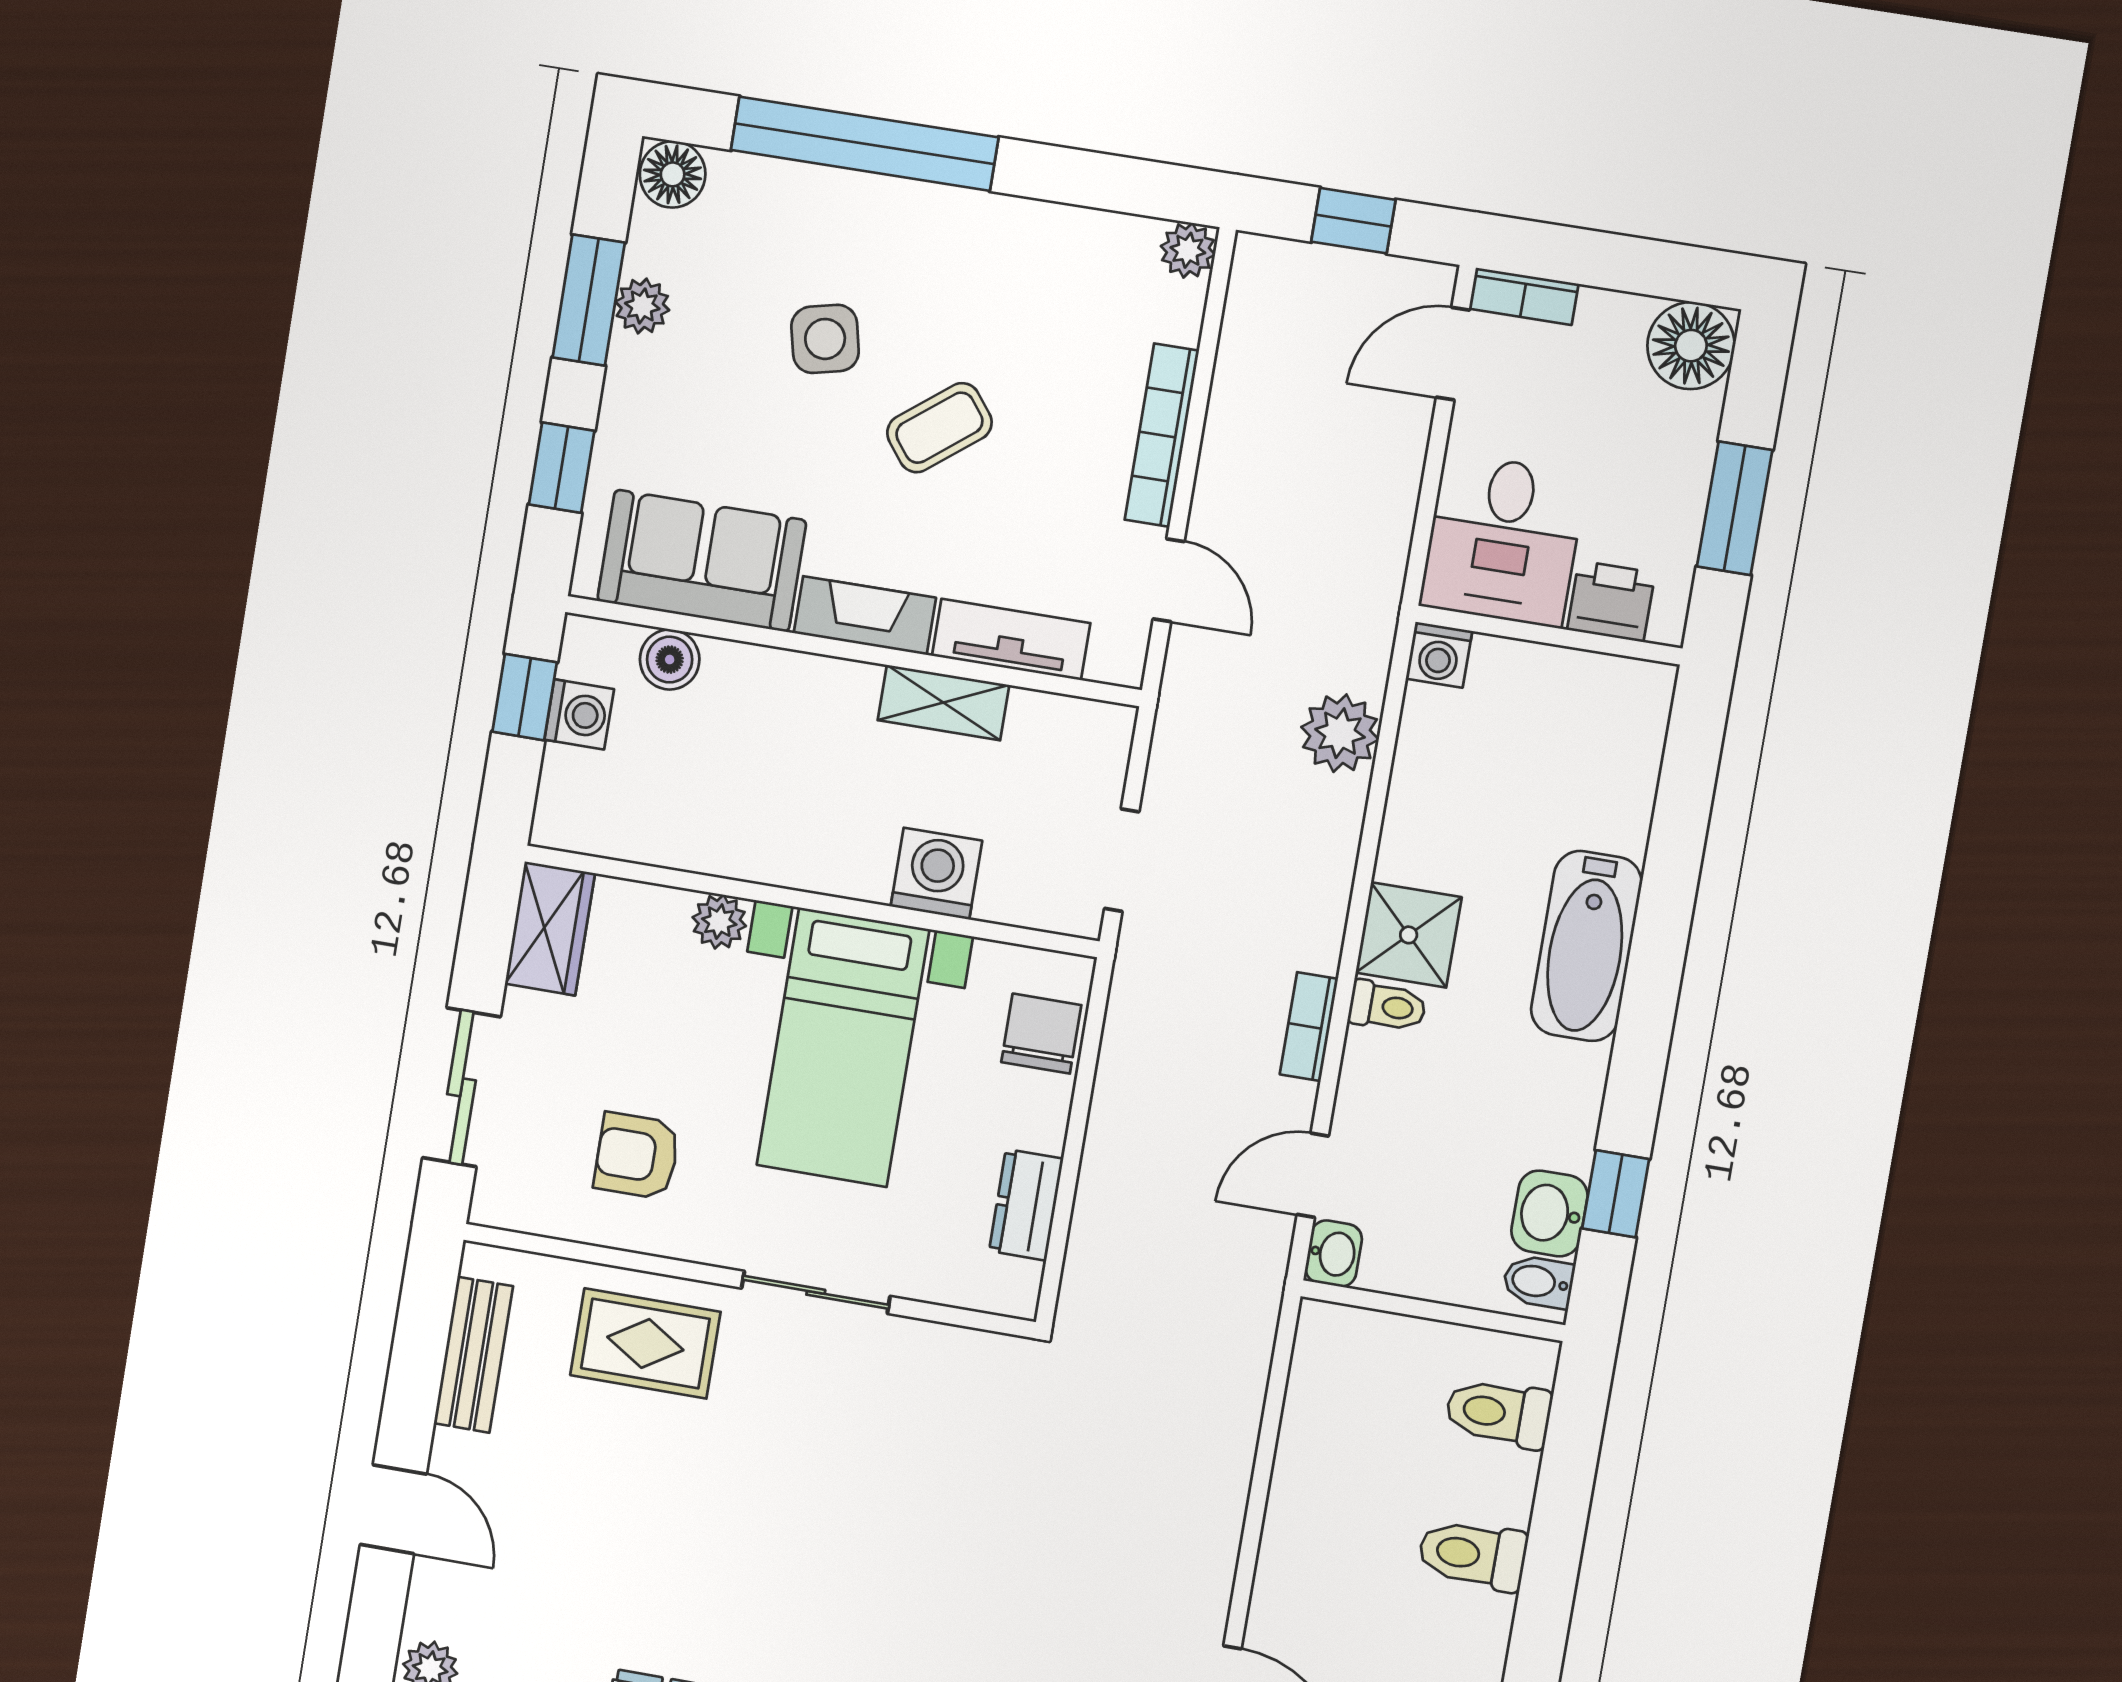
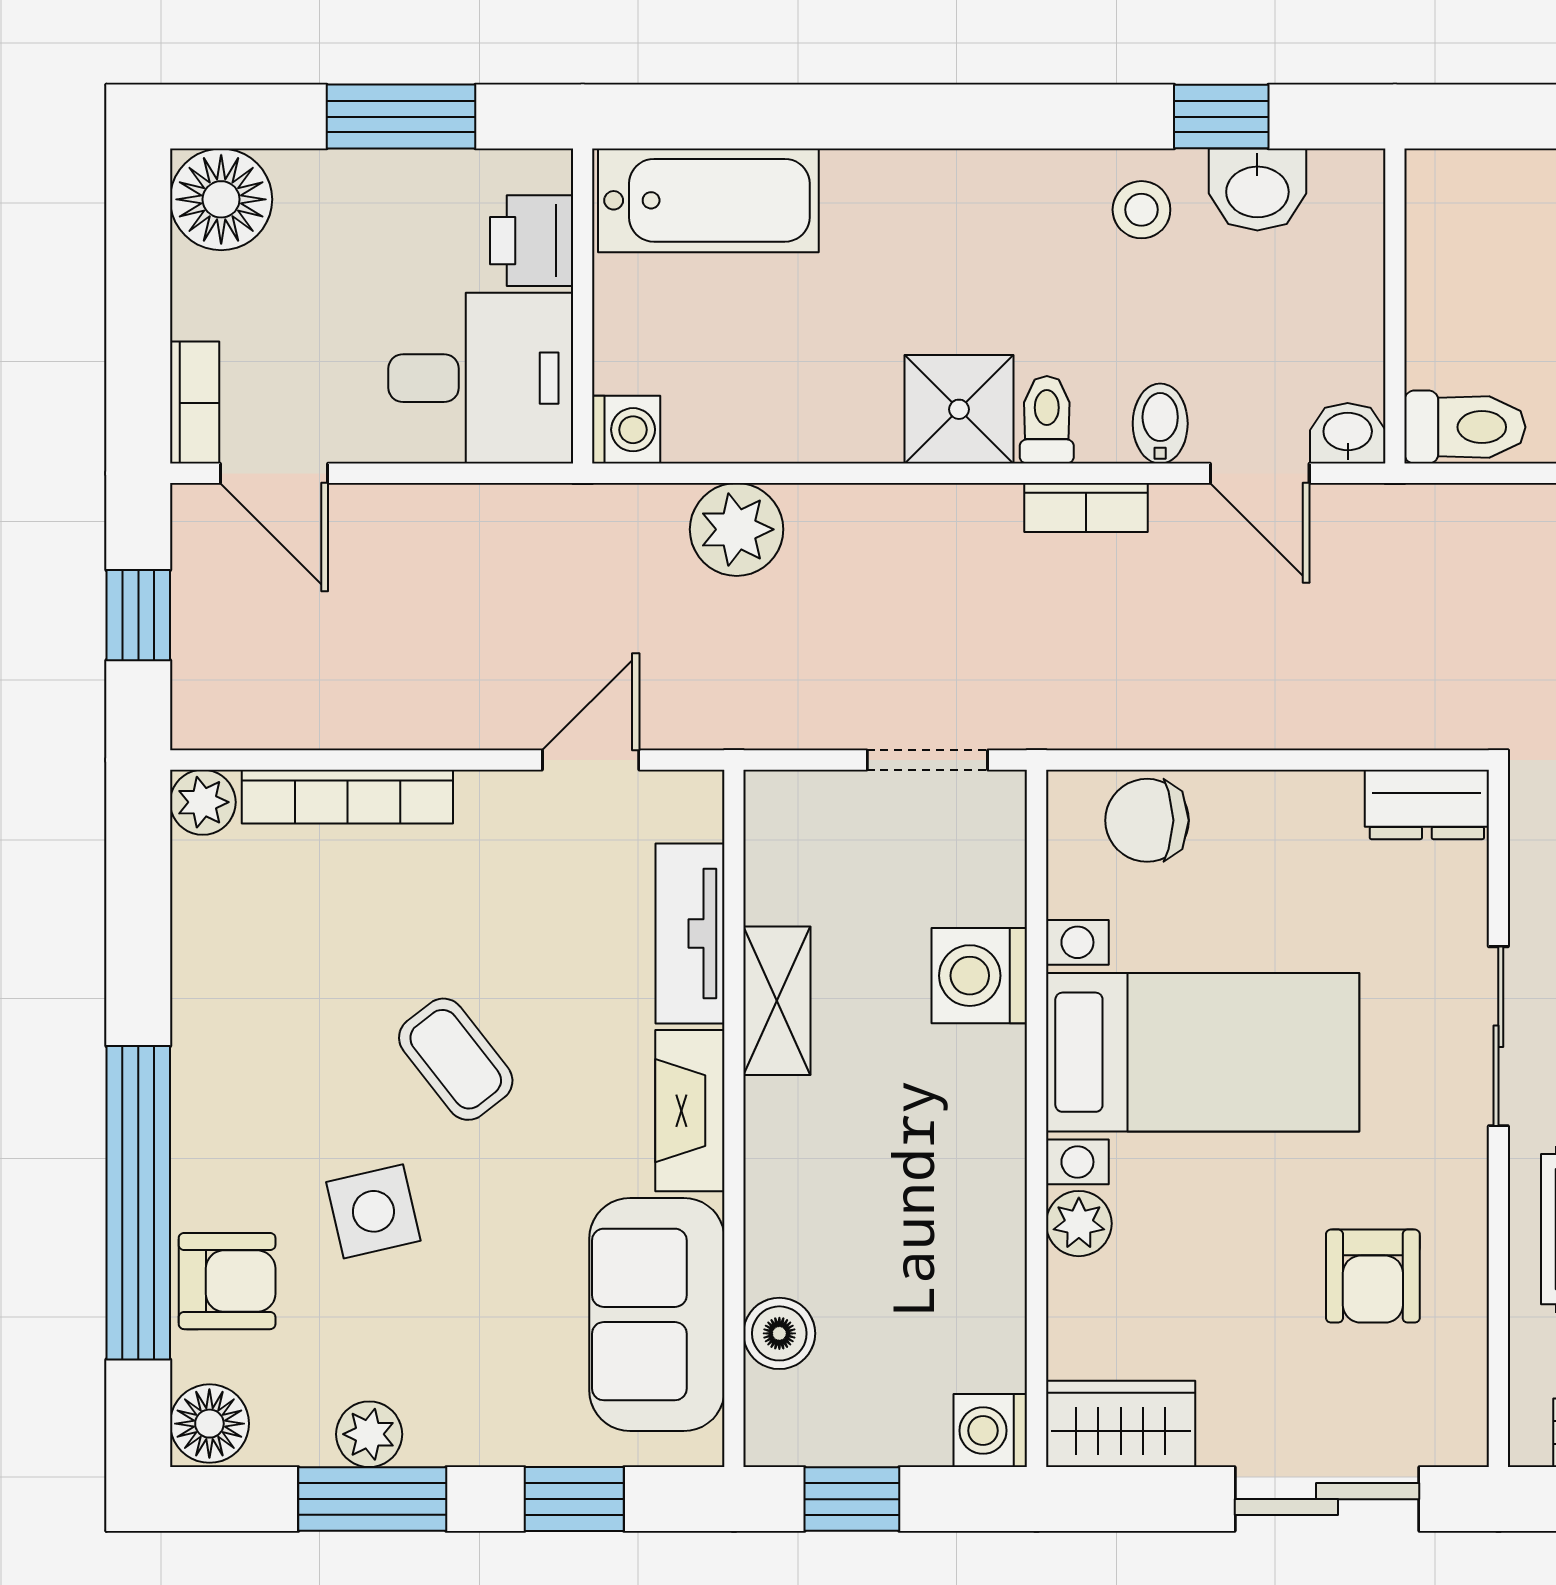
armchair: (788, 208) -> (227, 1281), added
bookcase: (1162, 435) -> (347, 797), moved
washing machine: (579, 714) -> (990, 1431), moved, turned -90
bathtub: (1586, 946) -> (708, 200), moved
stool: (1549, 1114) -> (1141, 210), added
dresser: (1026, 1205) -> (1427, 804), moved
bidet: (1538, 1282) -> (1160, 424), moved, turned 180
toilet: (1498, 1413) -> (1465, 427), moved, turned -90

